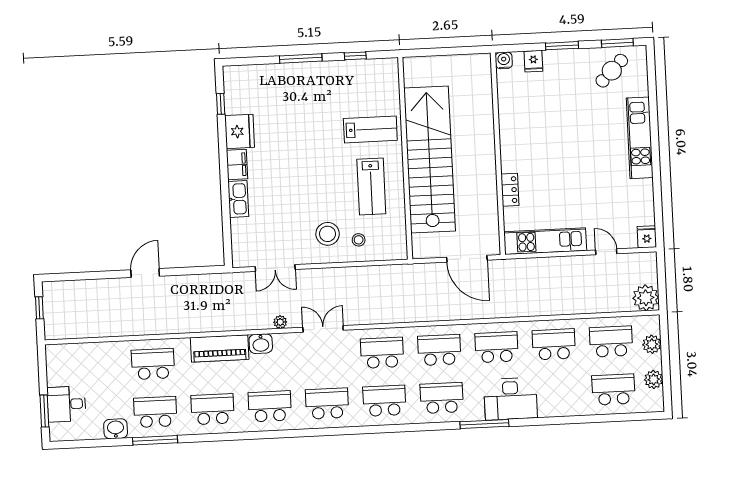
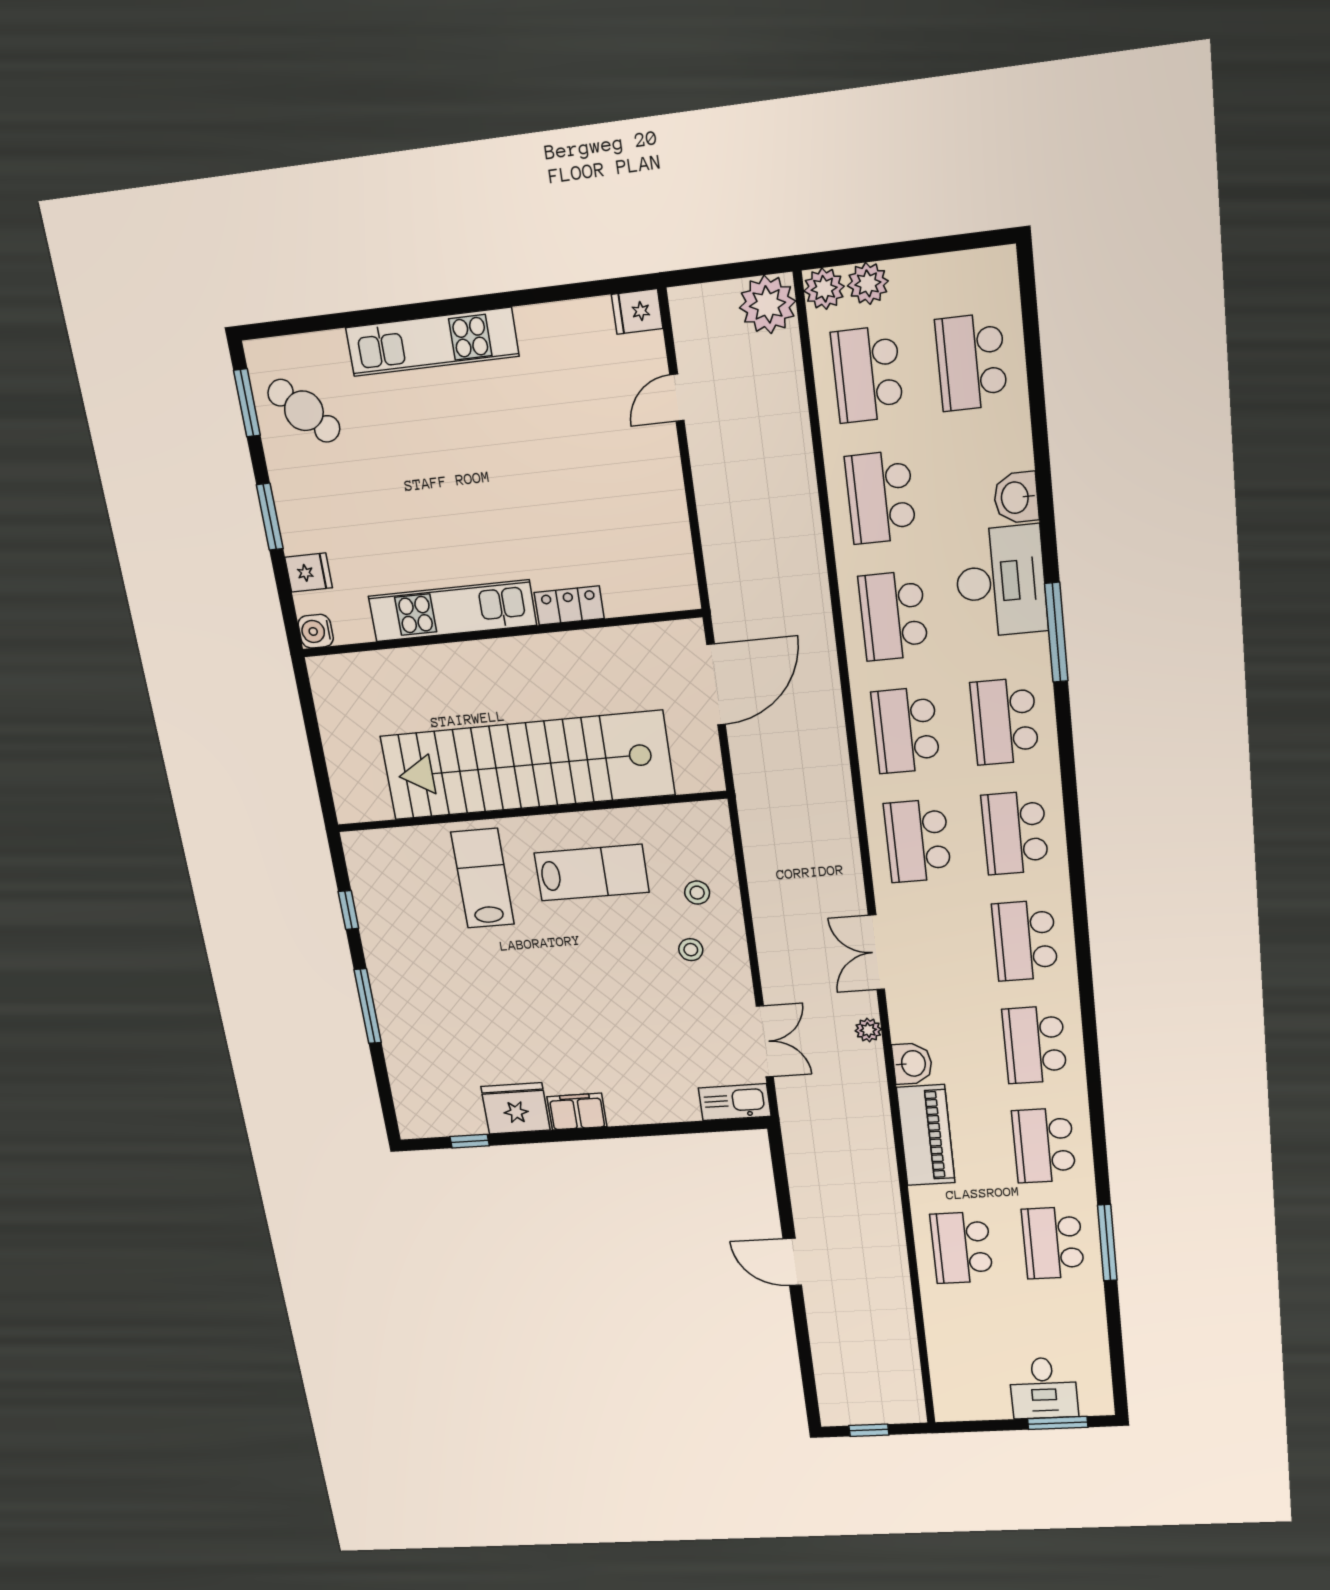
kitchen sink: (238, 199) -> (735, 1102), moved
stool: (328, 234) -> (691, 950), width x0.53, depth x0.53
kitchen unit: (545, 241) -> (452, 611), moved, turned 90
plant: (654, 379) -> (824, 289), moved
washbasin: (116, 429) -> (1016, 498), moved

